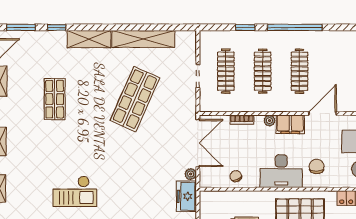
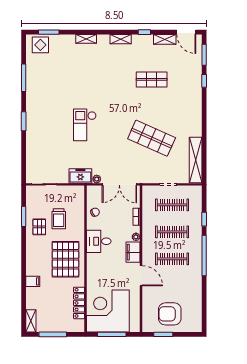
shelving: (89, 39) -> (196, 105), removed
shelving: (143, 39) -> (196, 160), moved
chair: (317, 166) -> (102, 271), removed
desk: (281, 171) -> (99, 241), width x0.73
checkout: (75, 191) -> (85, 125), moved

